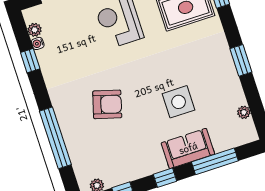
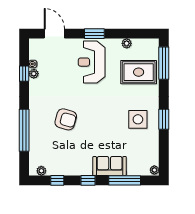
plant: (35, 30) -> (34, 74), moved
side table: (179, 102) -> (138, 119), moved
plant: (244, 112) -> (154, 170), moved

